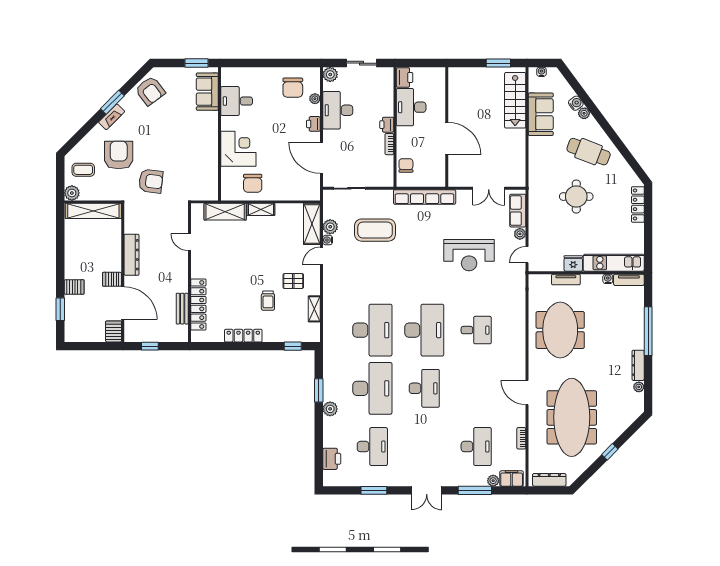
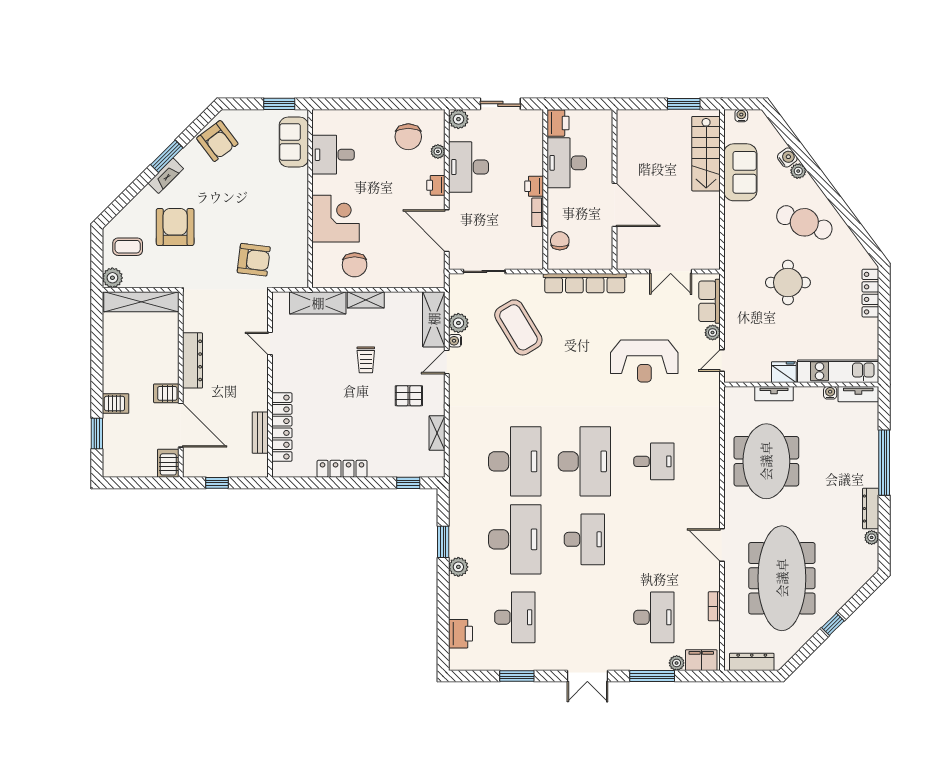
armchair: (151, 181) -> (254, 260), moved
coffee table: (375, 230) -> (518, 327), turned 59
trolley: (268, 301) -> (366, 360), moved

